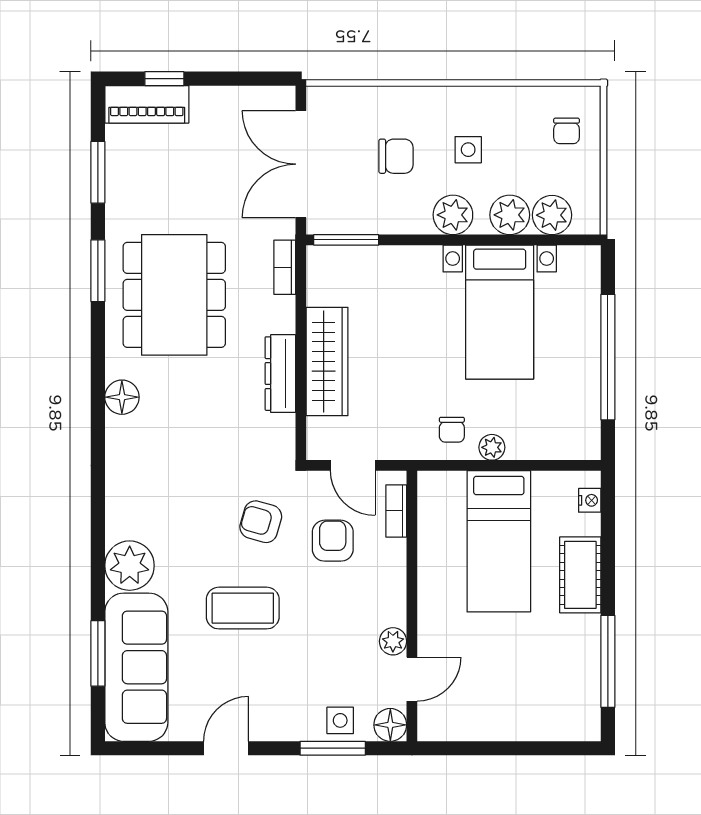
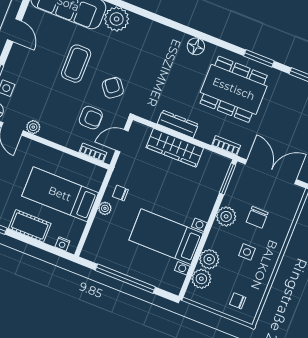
plant: (453, 215) -> (226, 216), moved
armchair: (261, 522) -> (113, 88), turned -54

